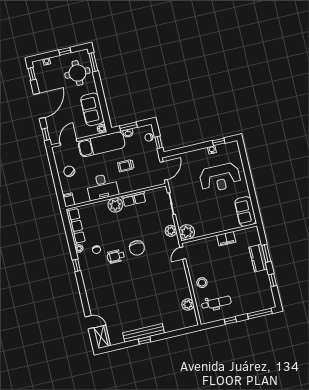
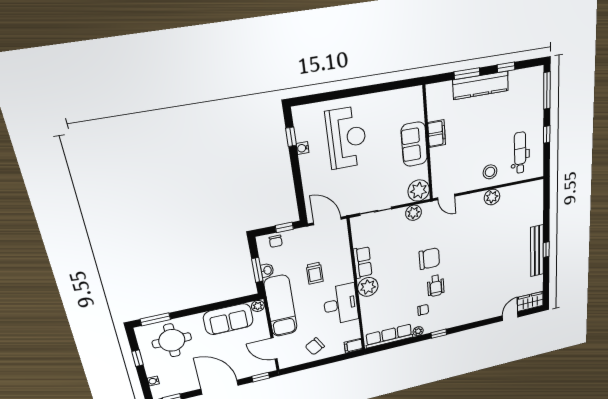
sofa: (245, 212) -> (414, 144), moved, turned 90
kitchen counter: (258, 258) -> (481, 85), width x1.50
plant: (188, 305) -> (492, 197), moved

